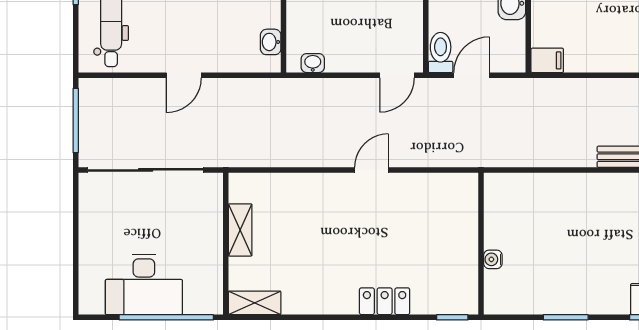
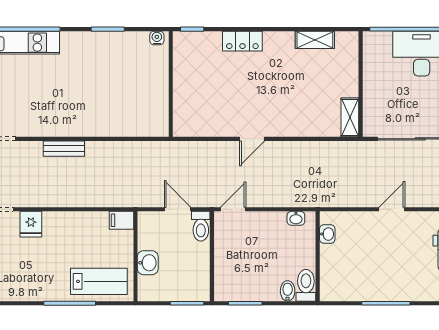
door: (472, 75) -> (178, 209), swing flipped
shelving: (240, 230) -> (350, 117), moved
water cooler: (493, 259) -> (157, 38), moved, turned -90
shelving: (255, 303) -> (315, 40), moved

